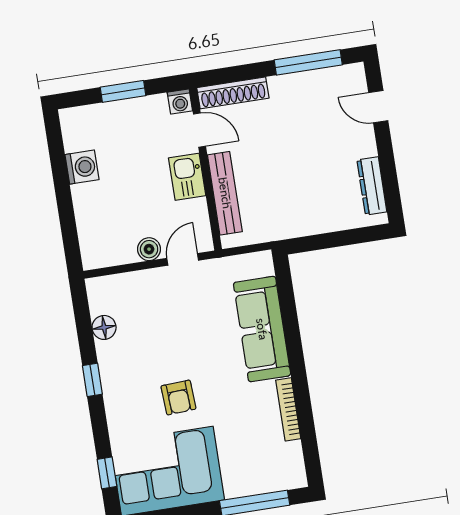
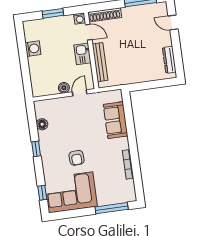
sofa: (262, 329) -> (116, 120), width x0.73

